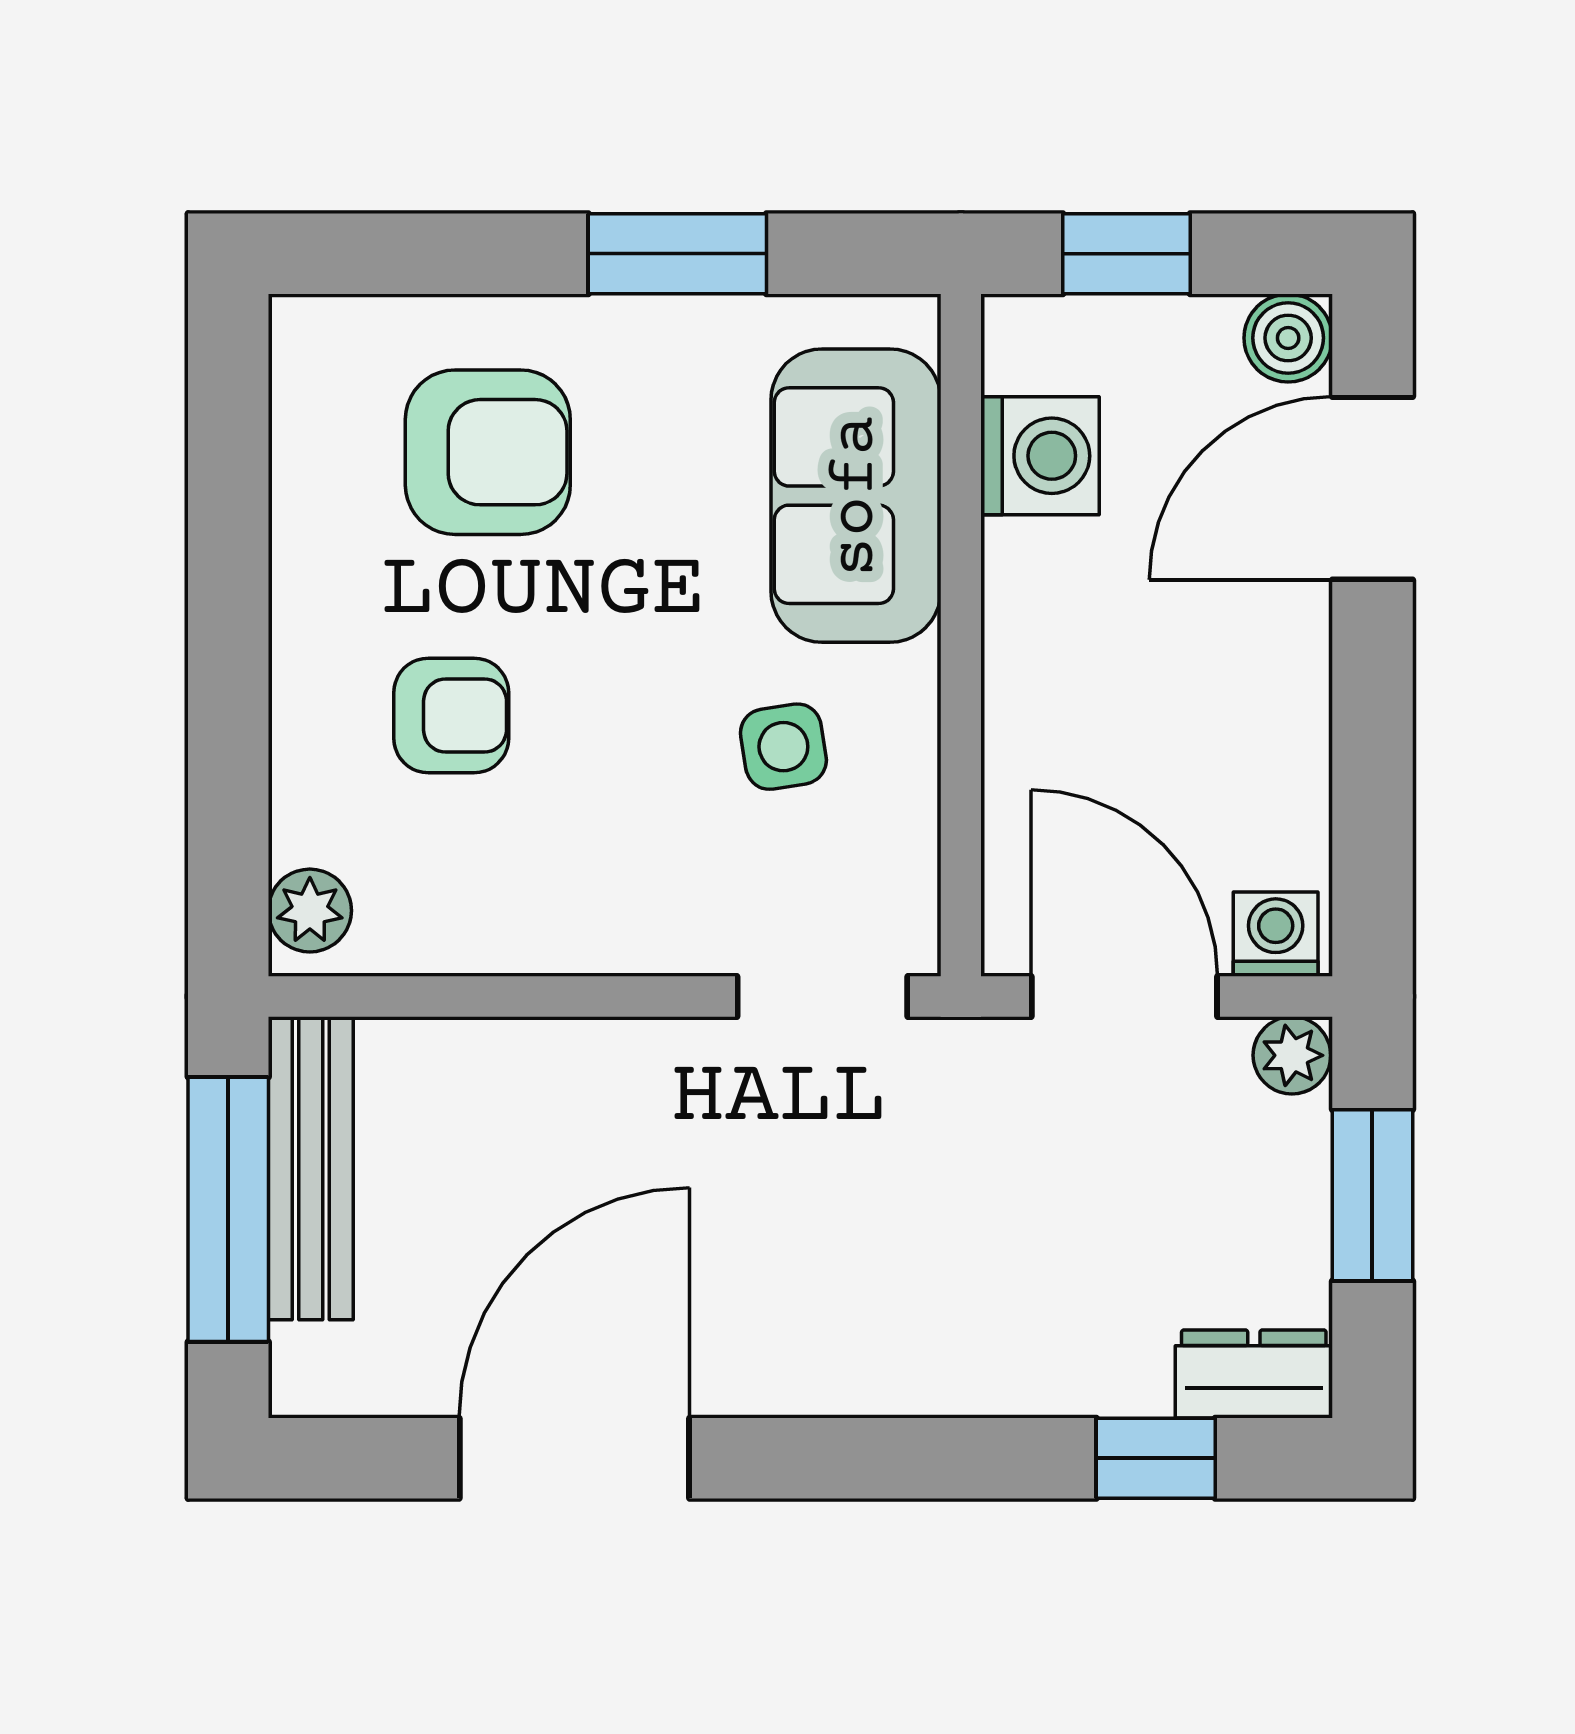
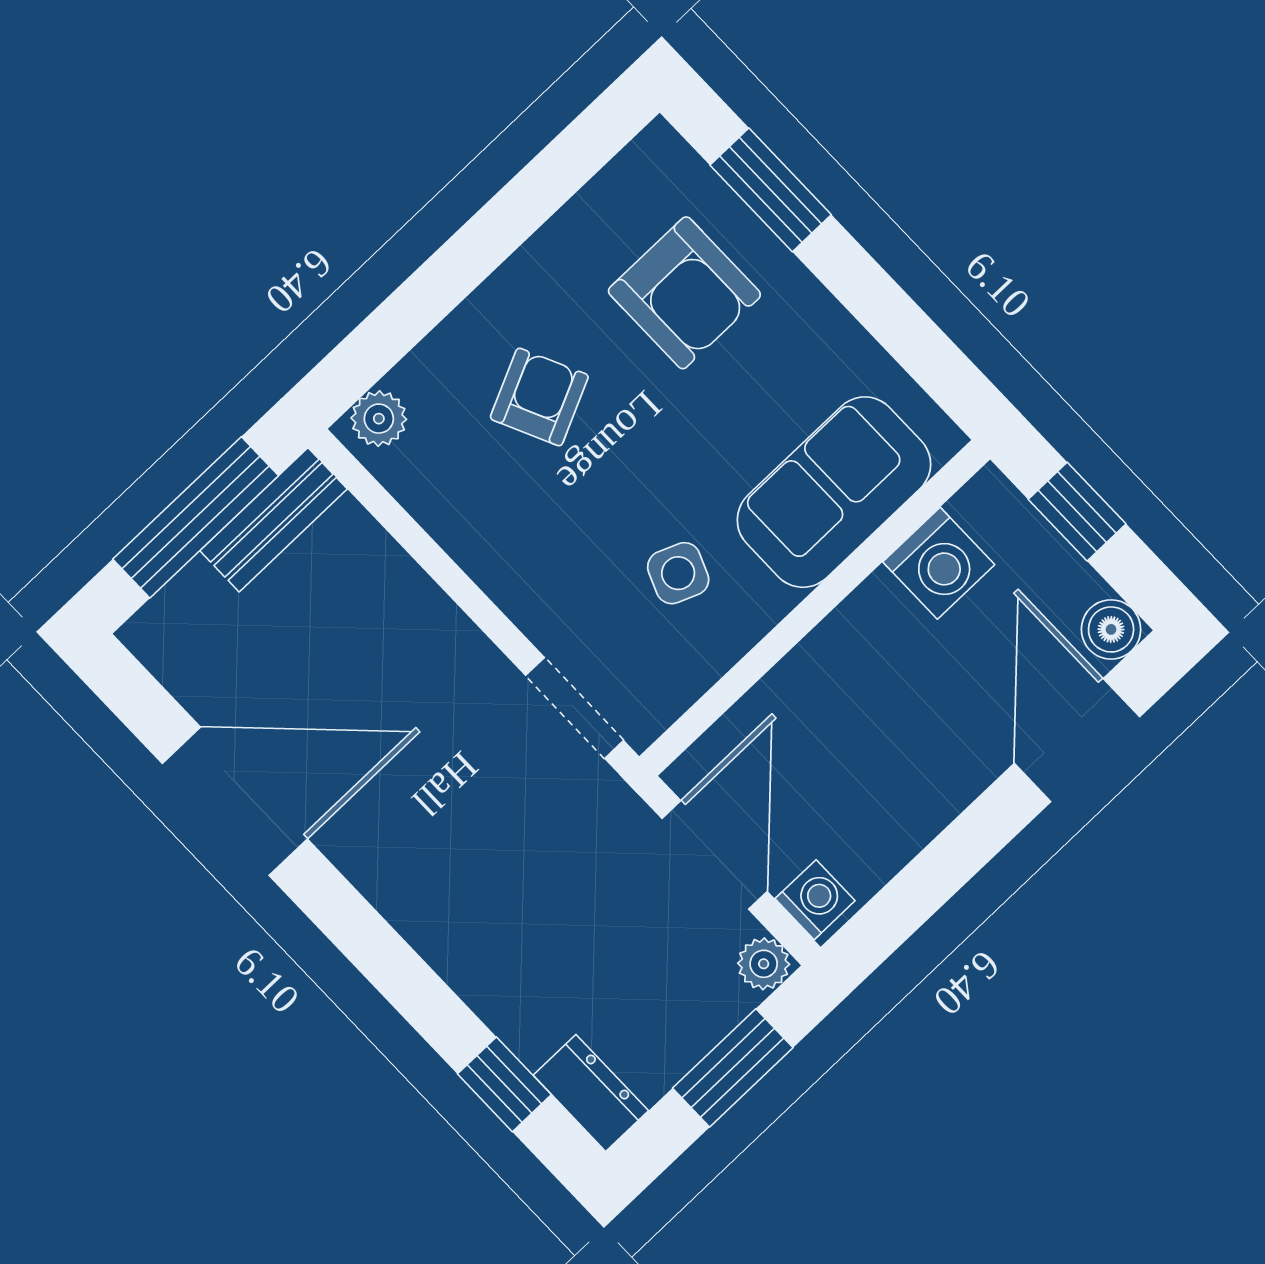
window: (677, 254) -> (771, 190), moved
door: (1372, 488) -> (1077, 740), hinge flipped
armchair: (451, 715) -> (539, 397), turned -115
side table: (783, 747) -> (678, 573), turned 31
bench: (311, 1168) -> (274, 520), width x0.73

